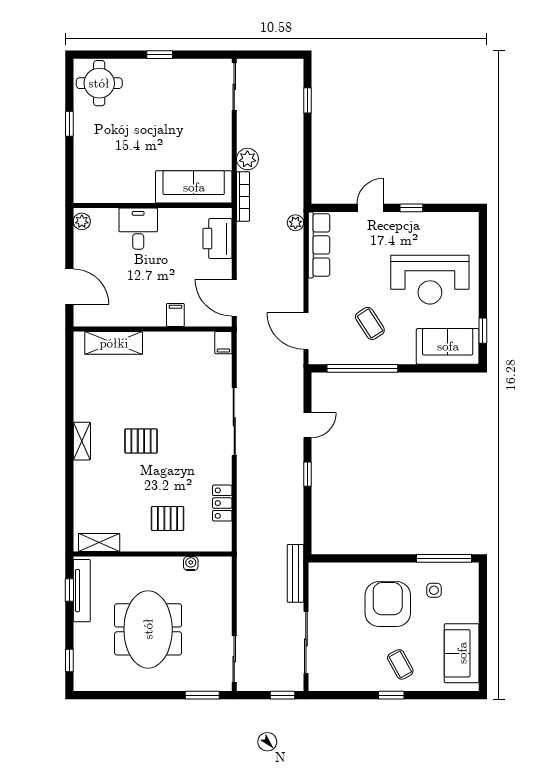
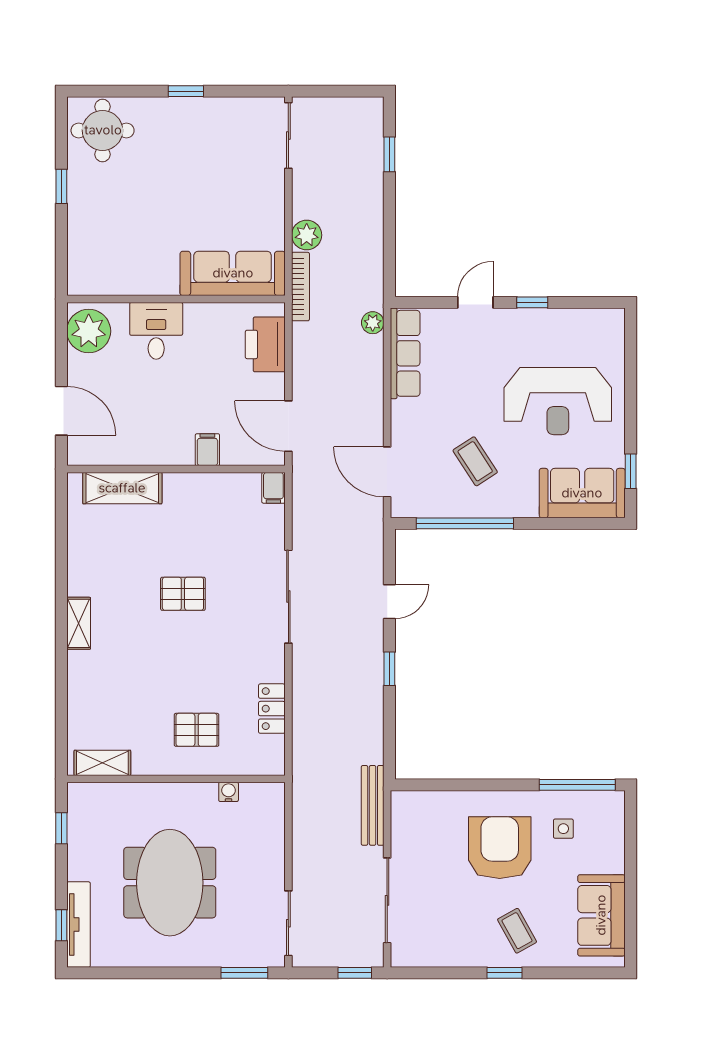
plant: (82, 221) -> (89, 331), width x1.87, depth x1.87
pallet: (141, 441) -> (183, 594), moved
tv unit: (82, 591) -> (78, 925), moved

